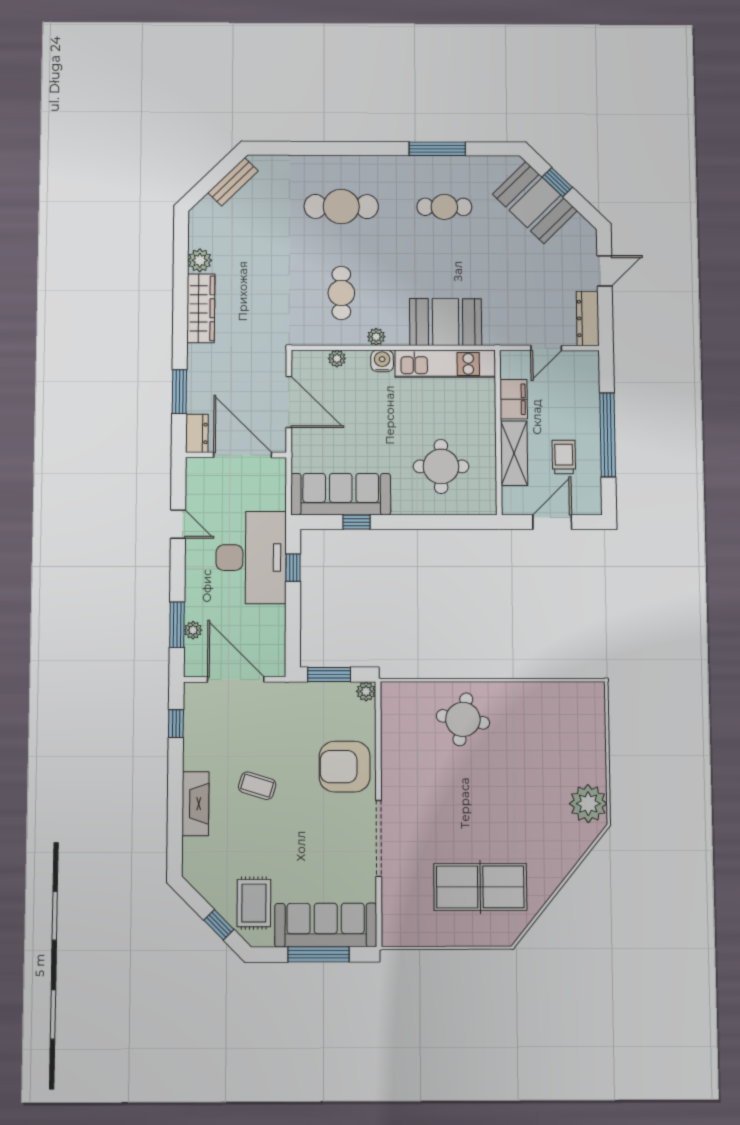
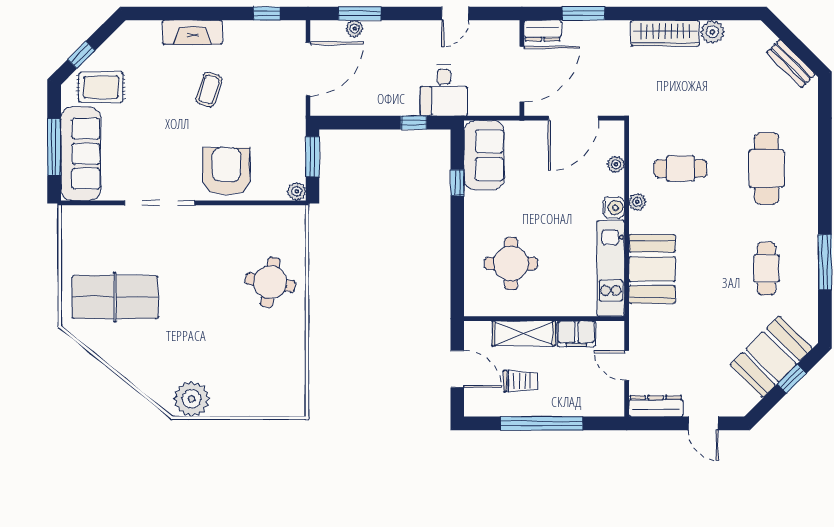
sofa: (341, 494) -> (484, 155), width x0.73
desk: (251, 558) -> (444, 91), width x0.53, depth x0.77
table tennis table: (480, 887) -> (115, 297), turned 90

